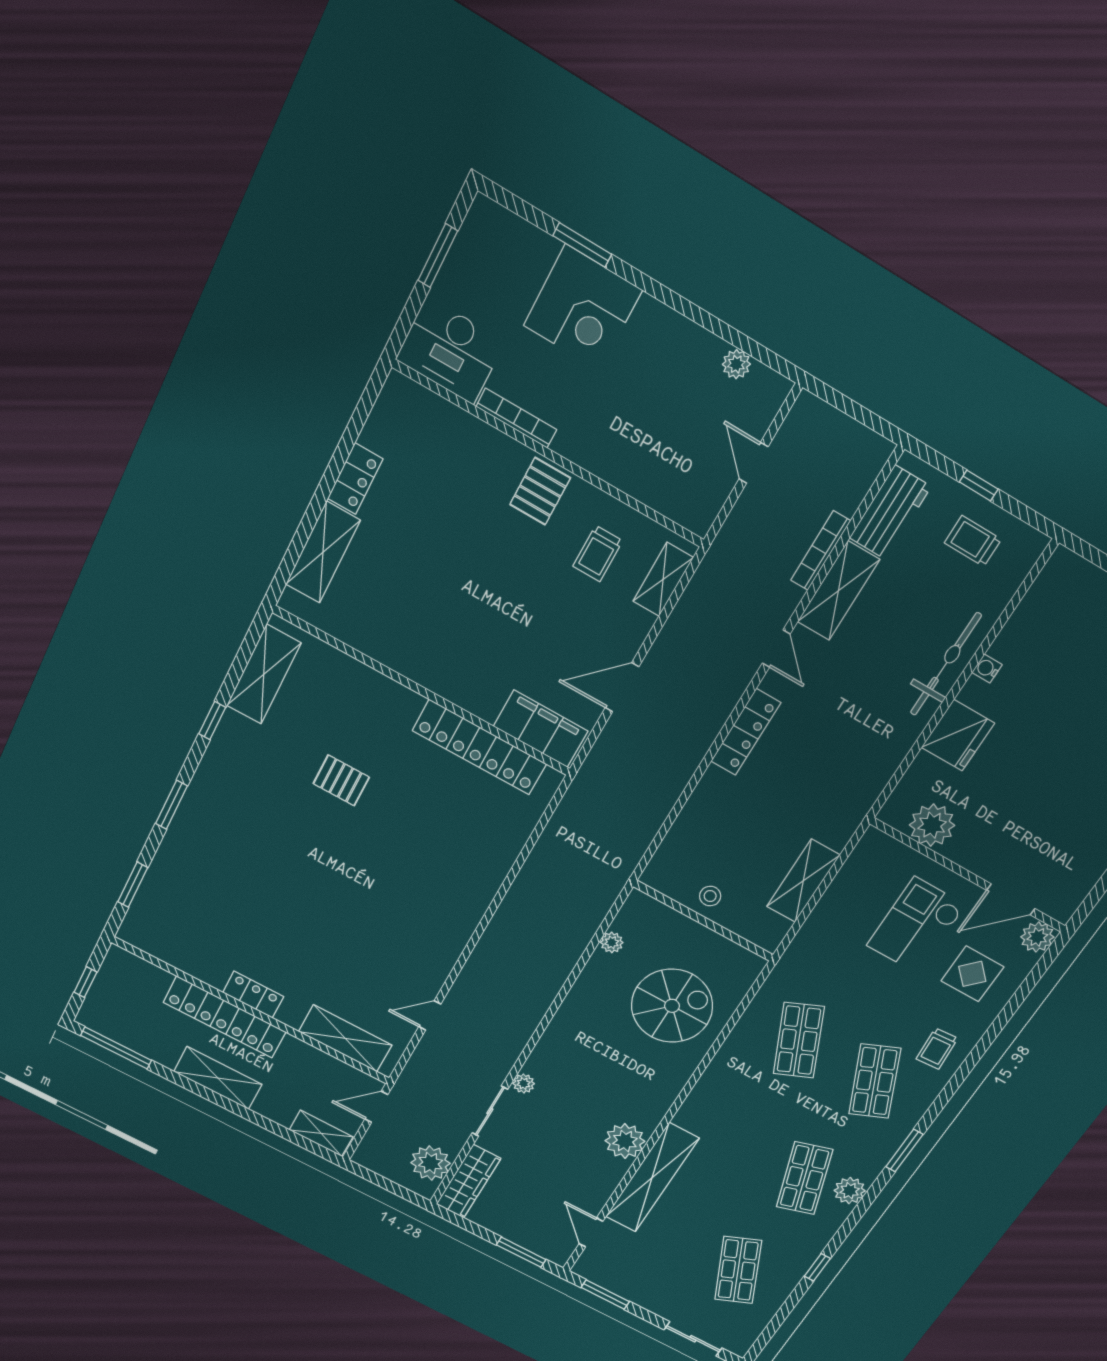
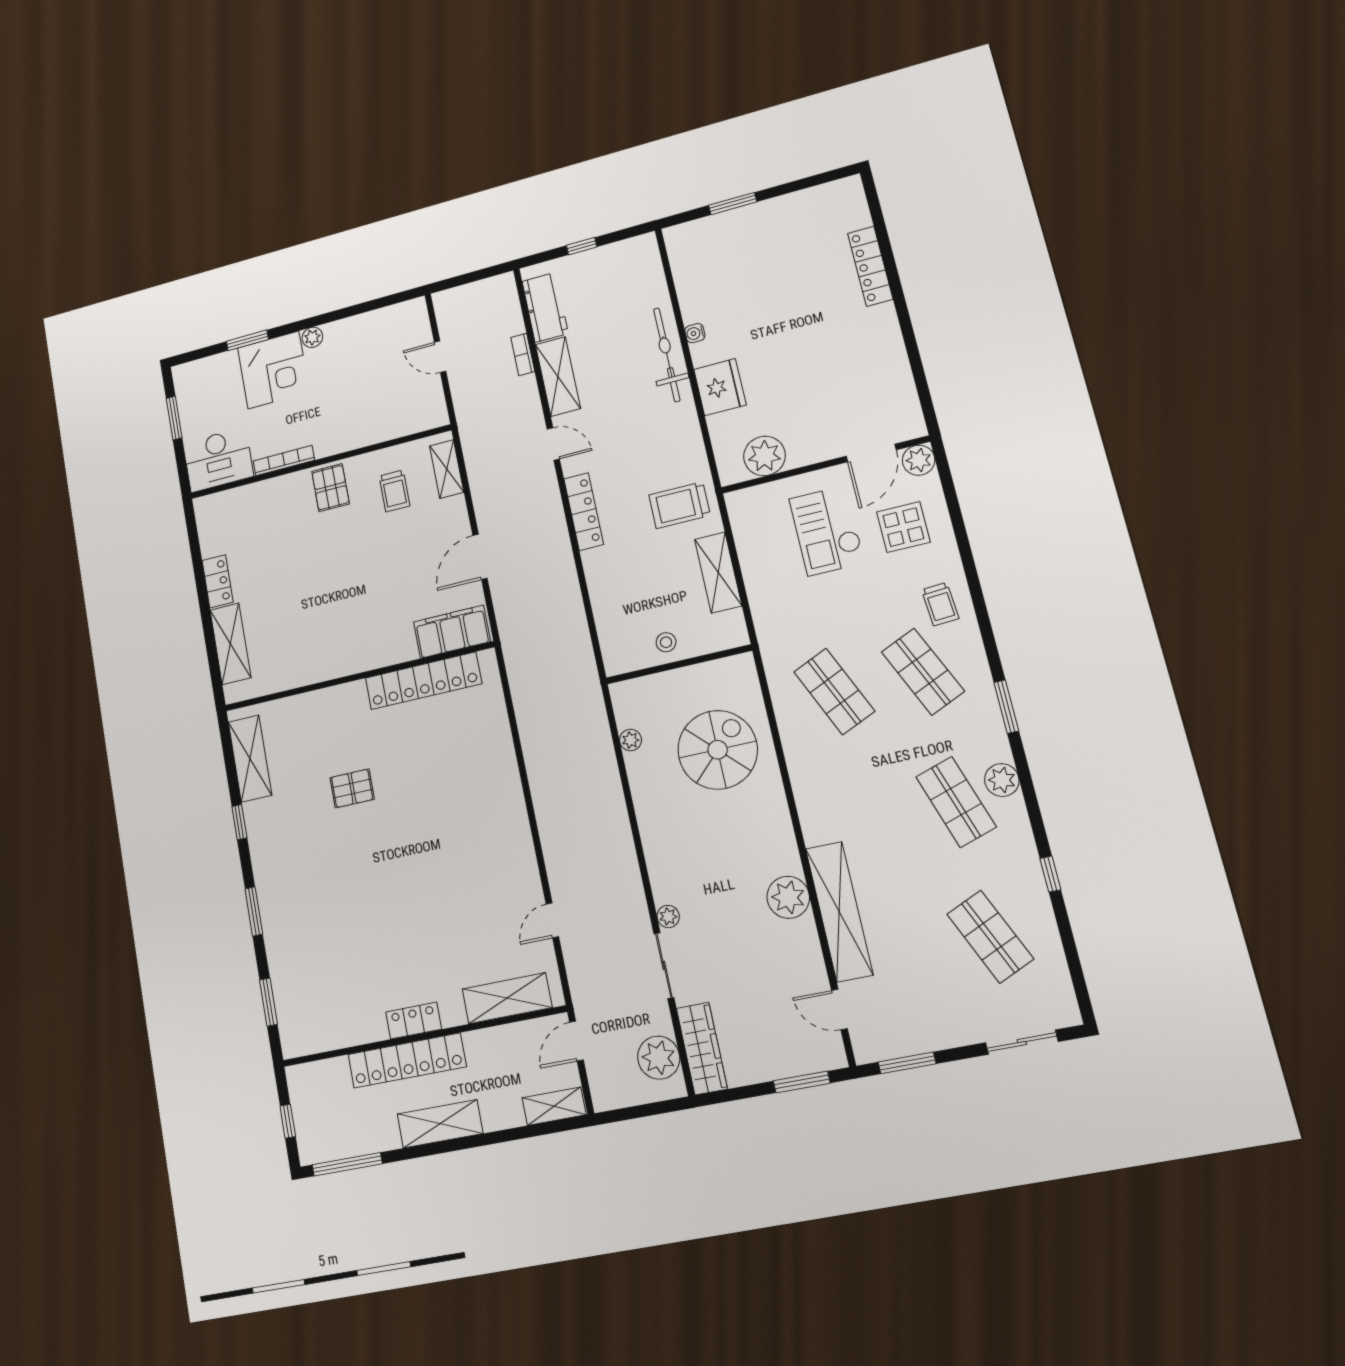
plant: (736, 364) -> (312, 337), moved
trolley: (973, 541) -> (679, 505), moved, width x1.36, depth x1.39
bookcase: (821, 551) -> (523, 354), width x0.64

